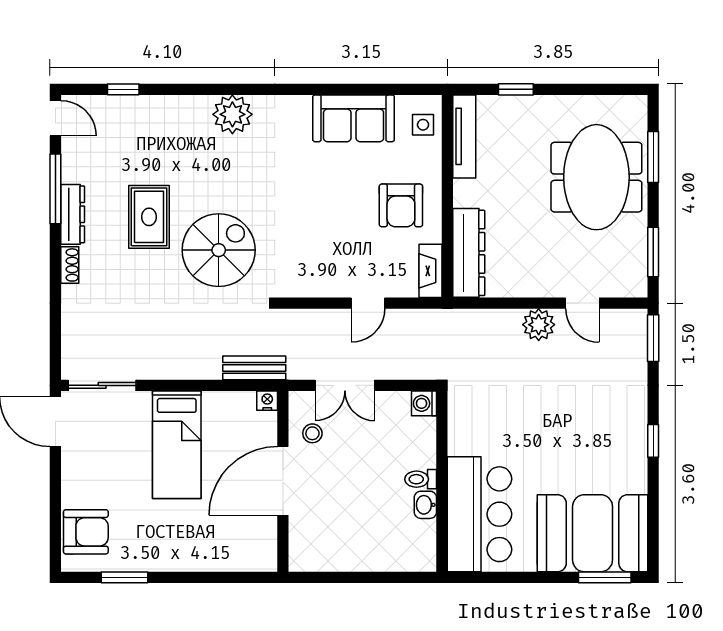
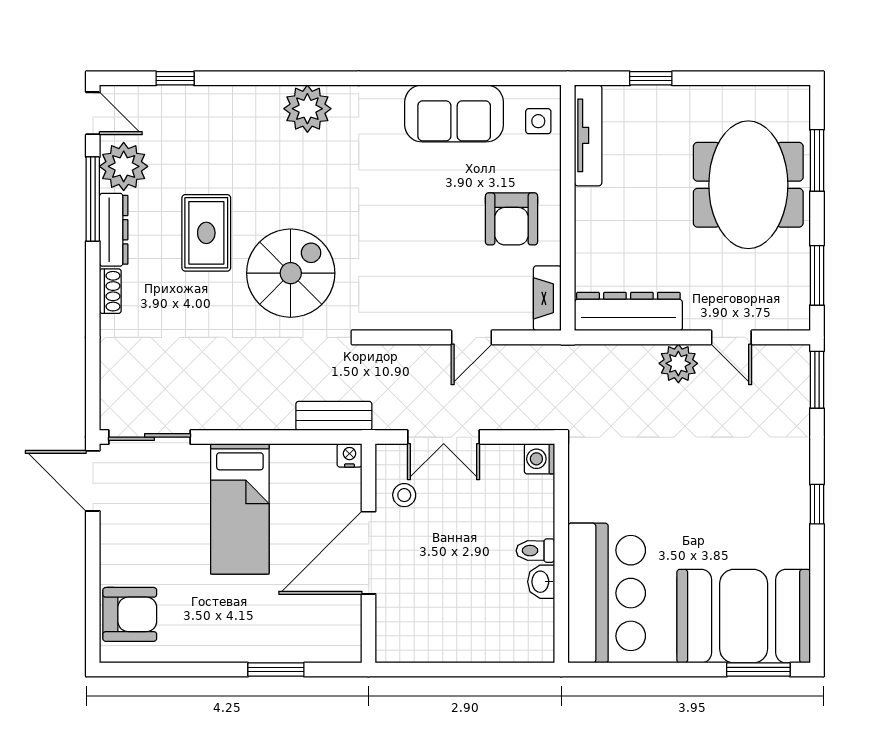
plant: (81, 162) -> (124, 166), added
dresser: (469, 253) -> (628, 312), moved, turned -90
window: (125, 577) -> (276, 670), moved

